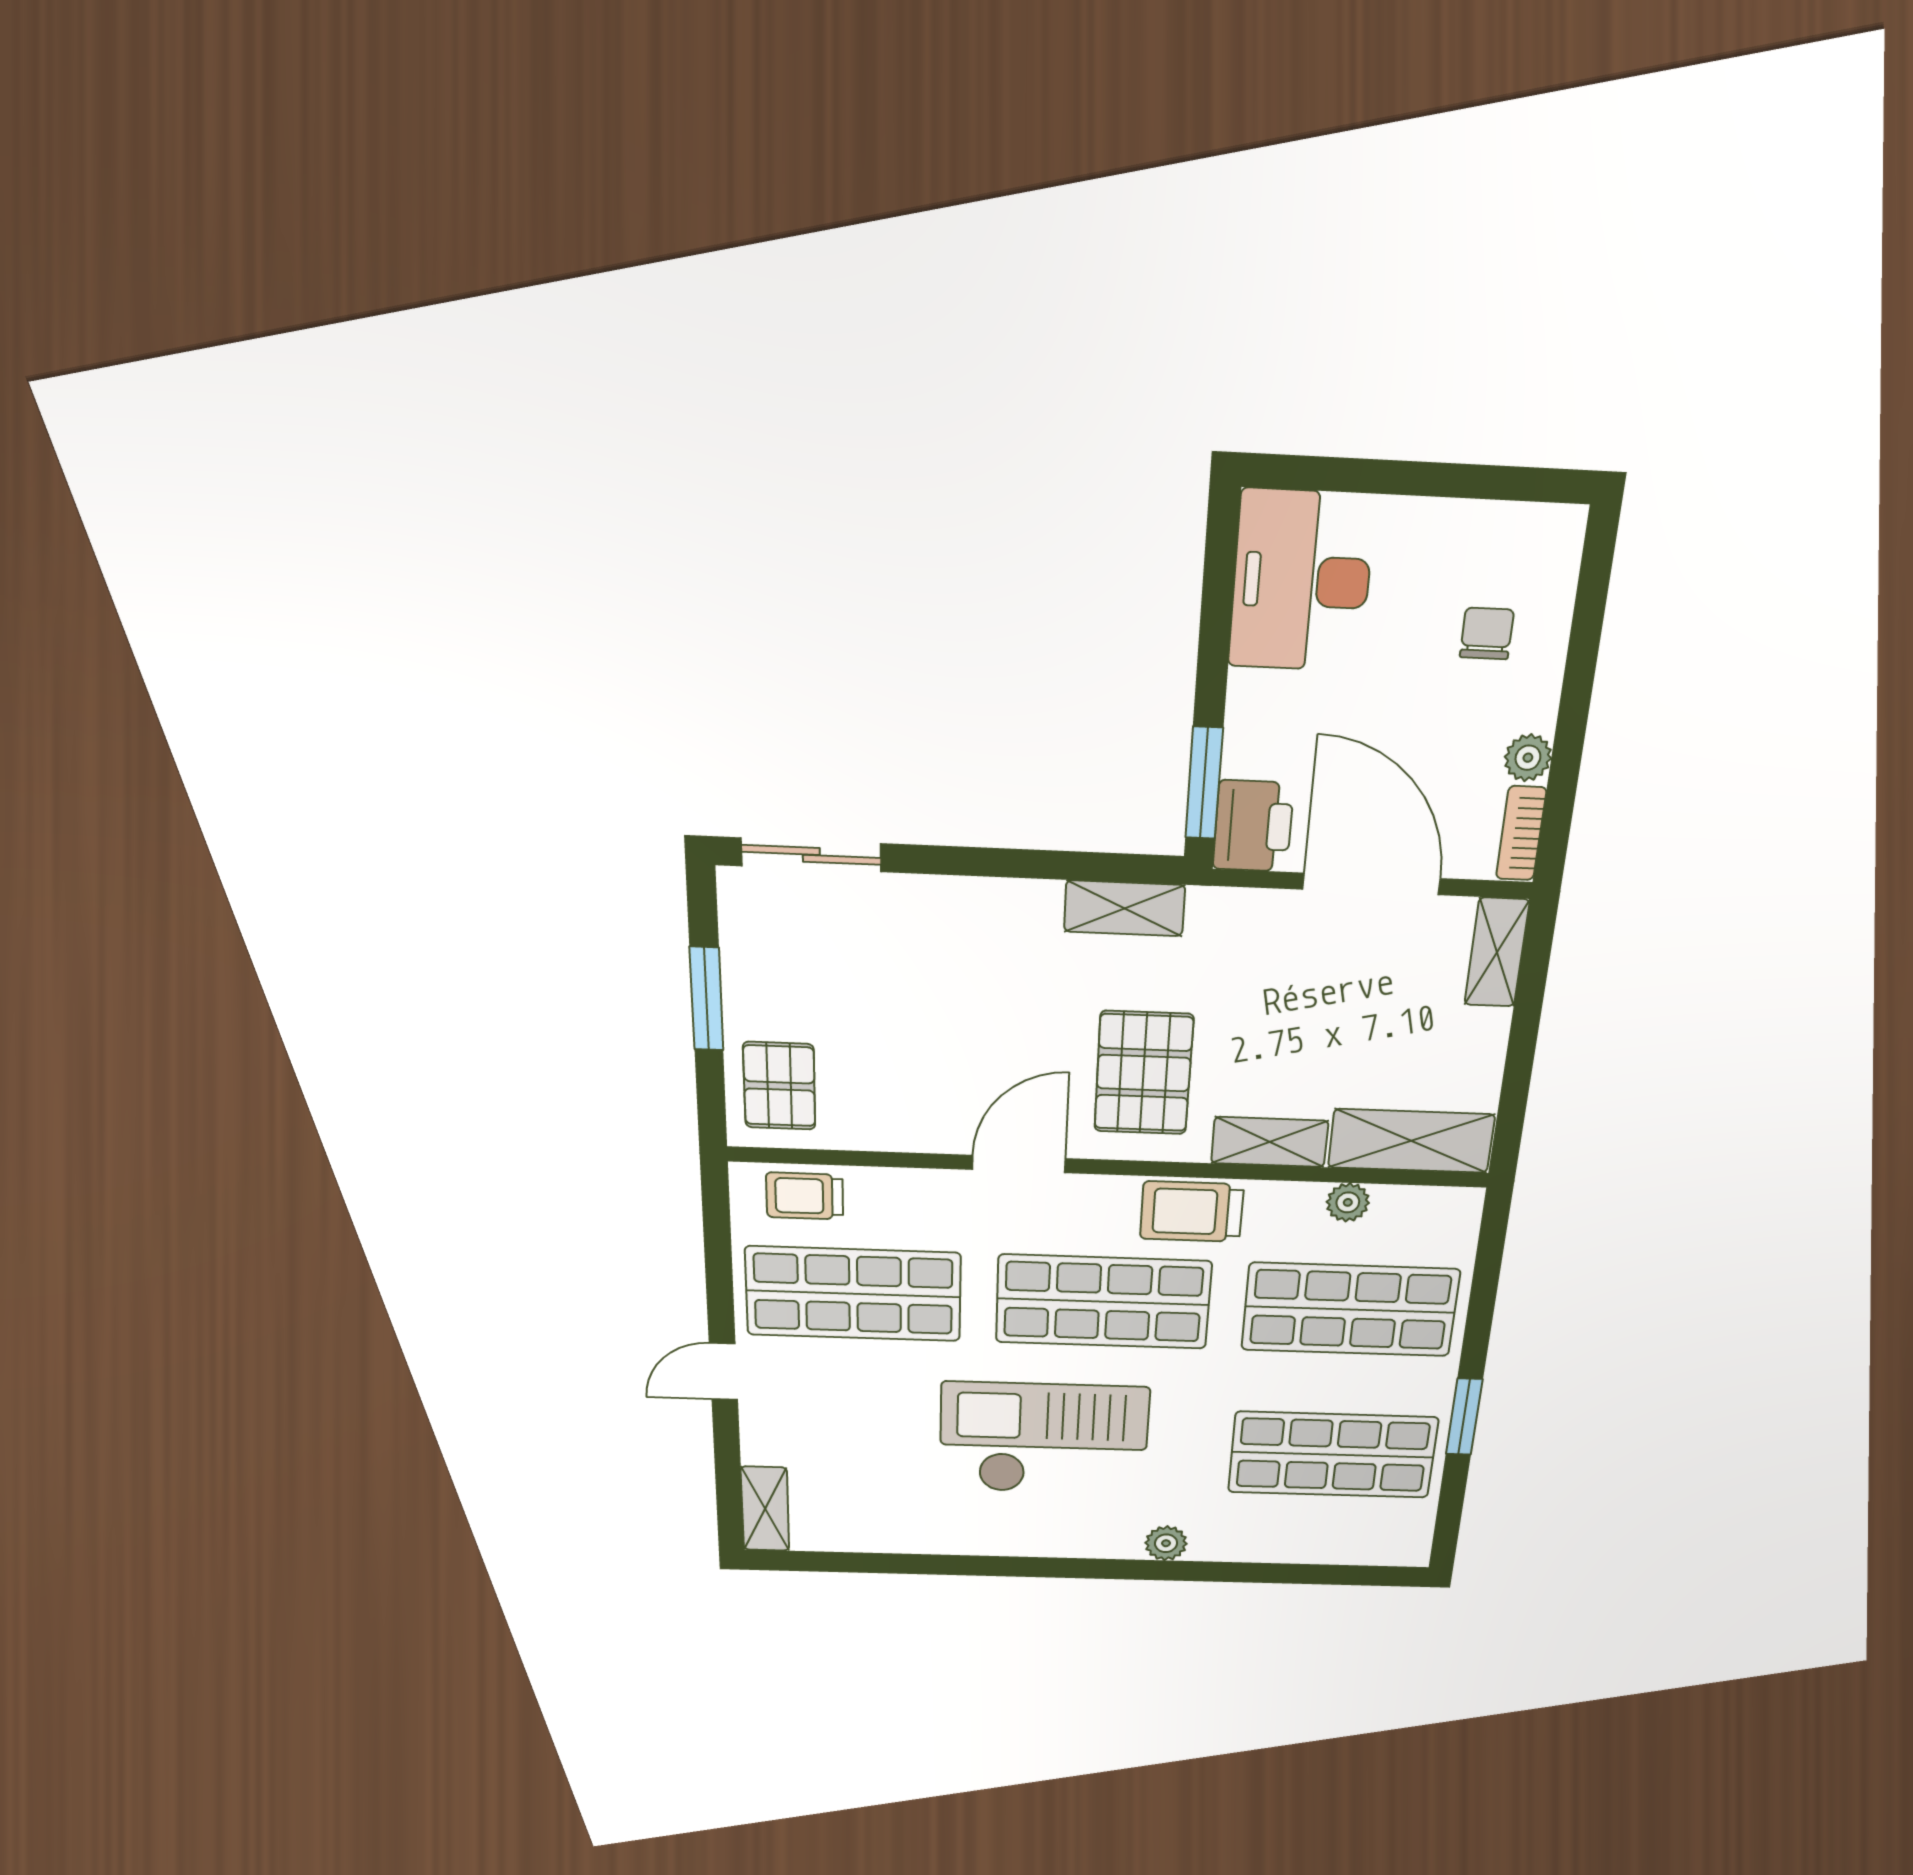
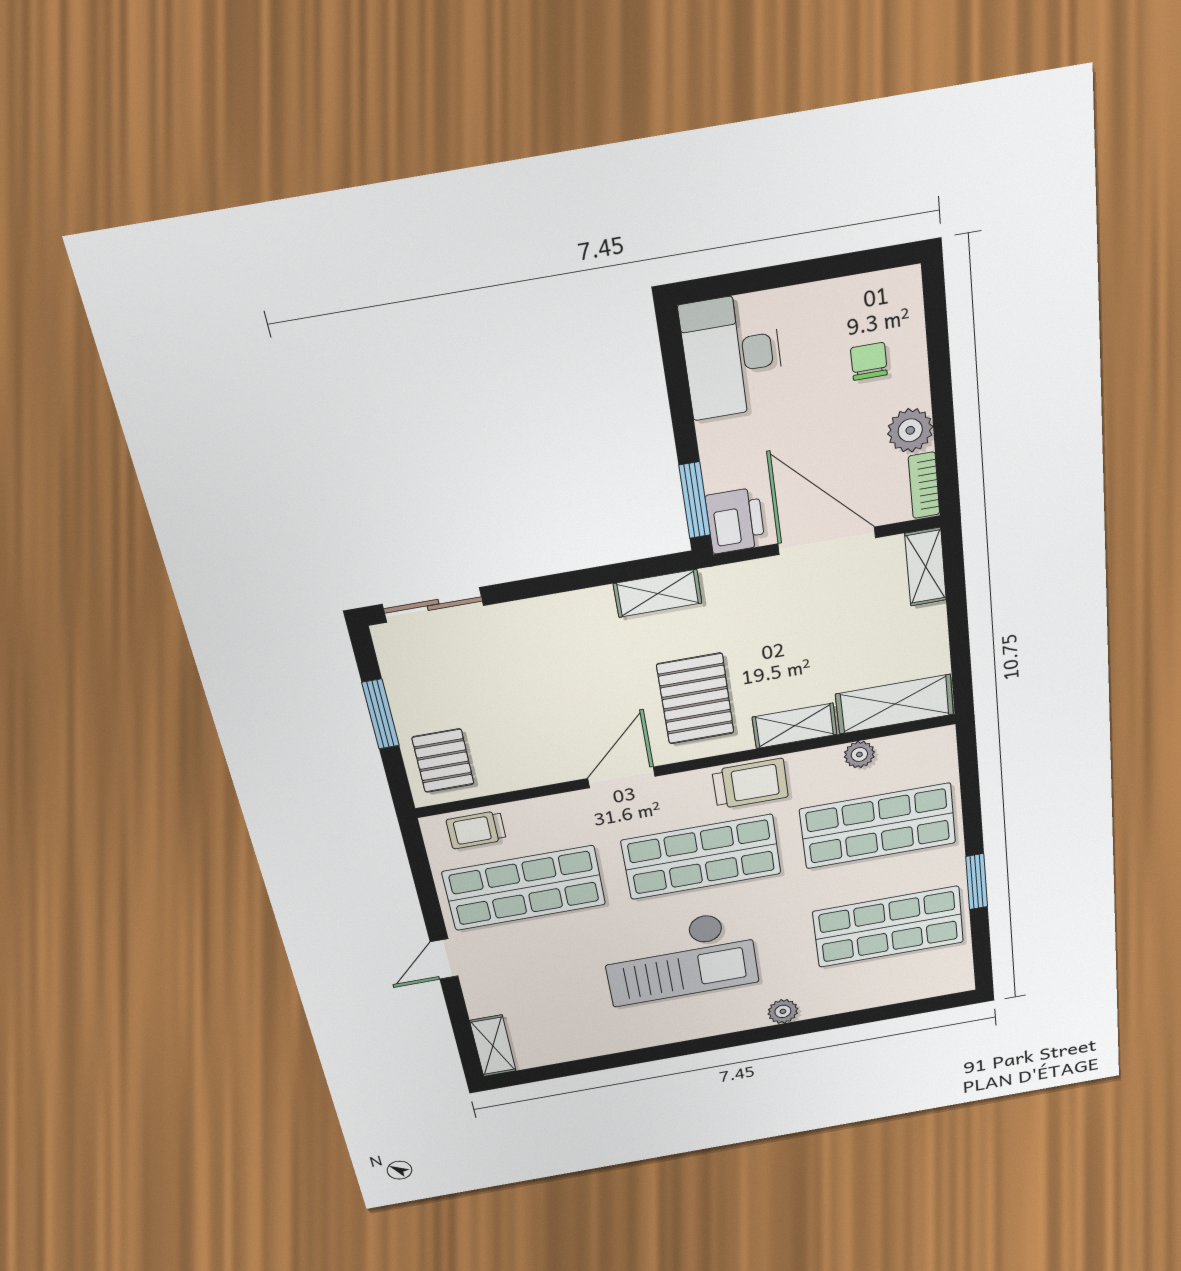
plant: (1528, 758) -> (910, 430), width x1.38, depth x1.38
trolley: (1192, 1212) -> (750, 784), turned 180
checkout: (1044, 1439) -> (680, 958), turned 180

